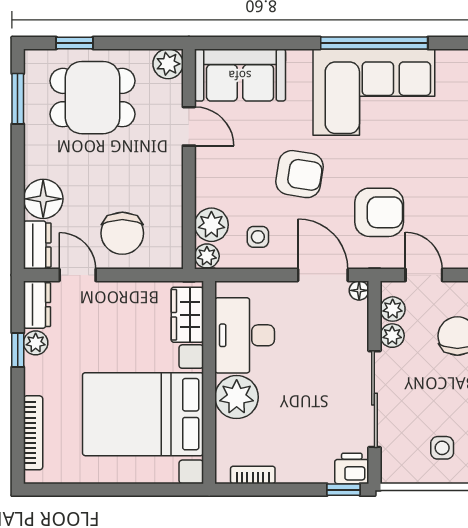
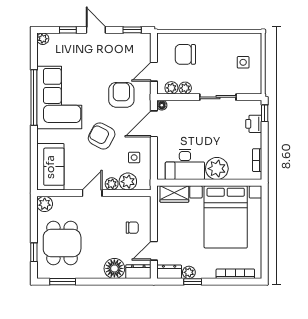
door: (189, 126) -> (92, 193), moved
armchair: (300, 174) -> (102, 136), turned -71
chair: (122, 233) -> (132, 228), width x0.54, depth x0.54
plant: (207, 256) -> (112, 184), moved
sliding door: (374, 399) -> (218, 97), width x0.73
printer: (352, 468) -> (254, 124), moved

